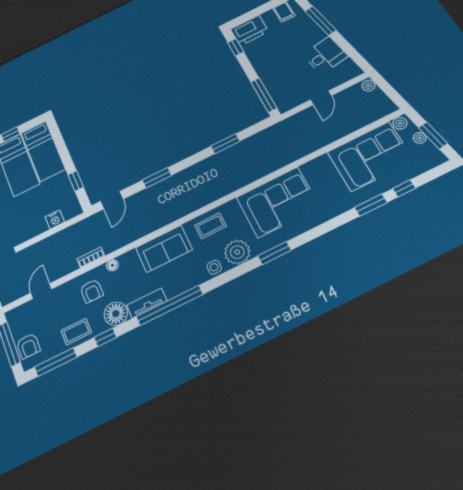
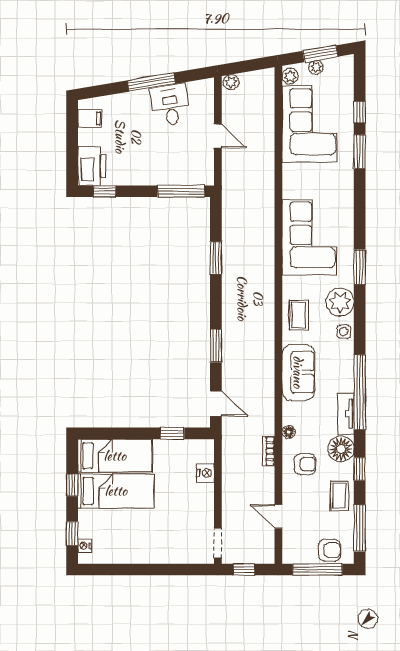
window: (321, 21) -> (151, 82), moved

